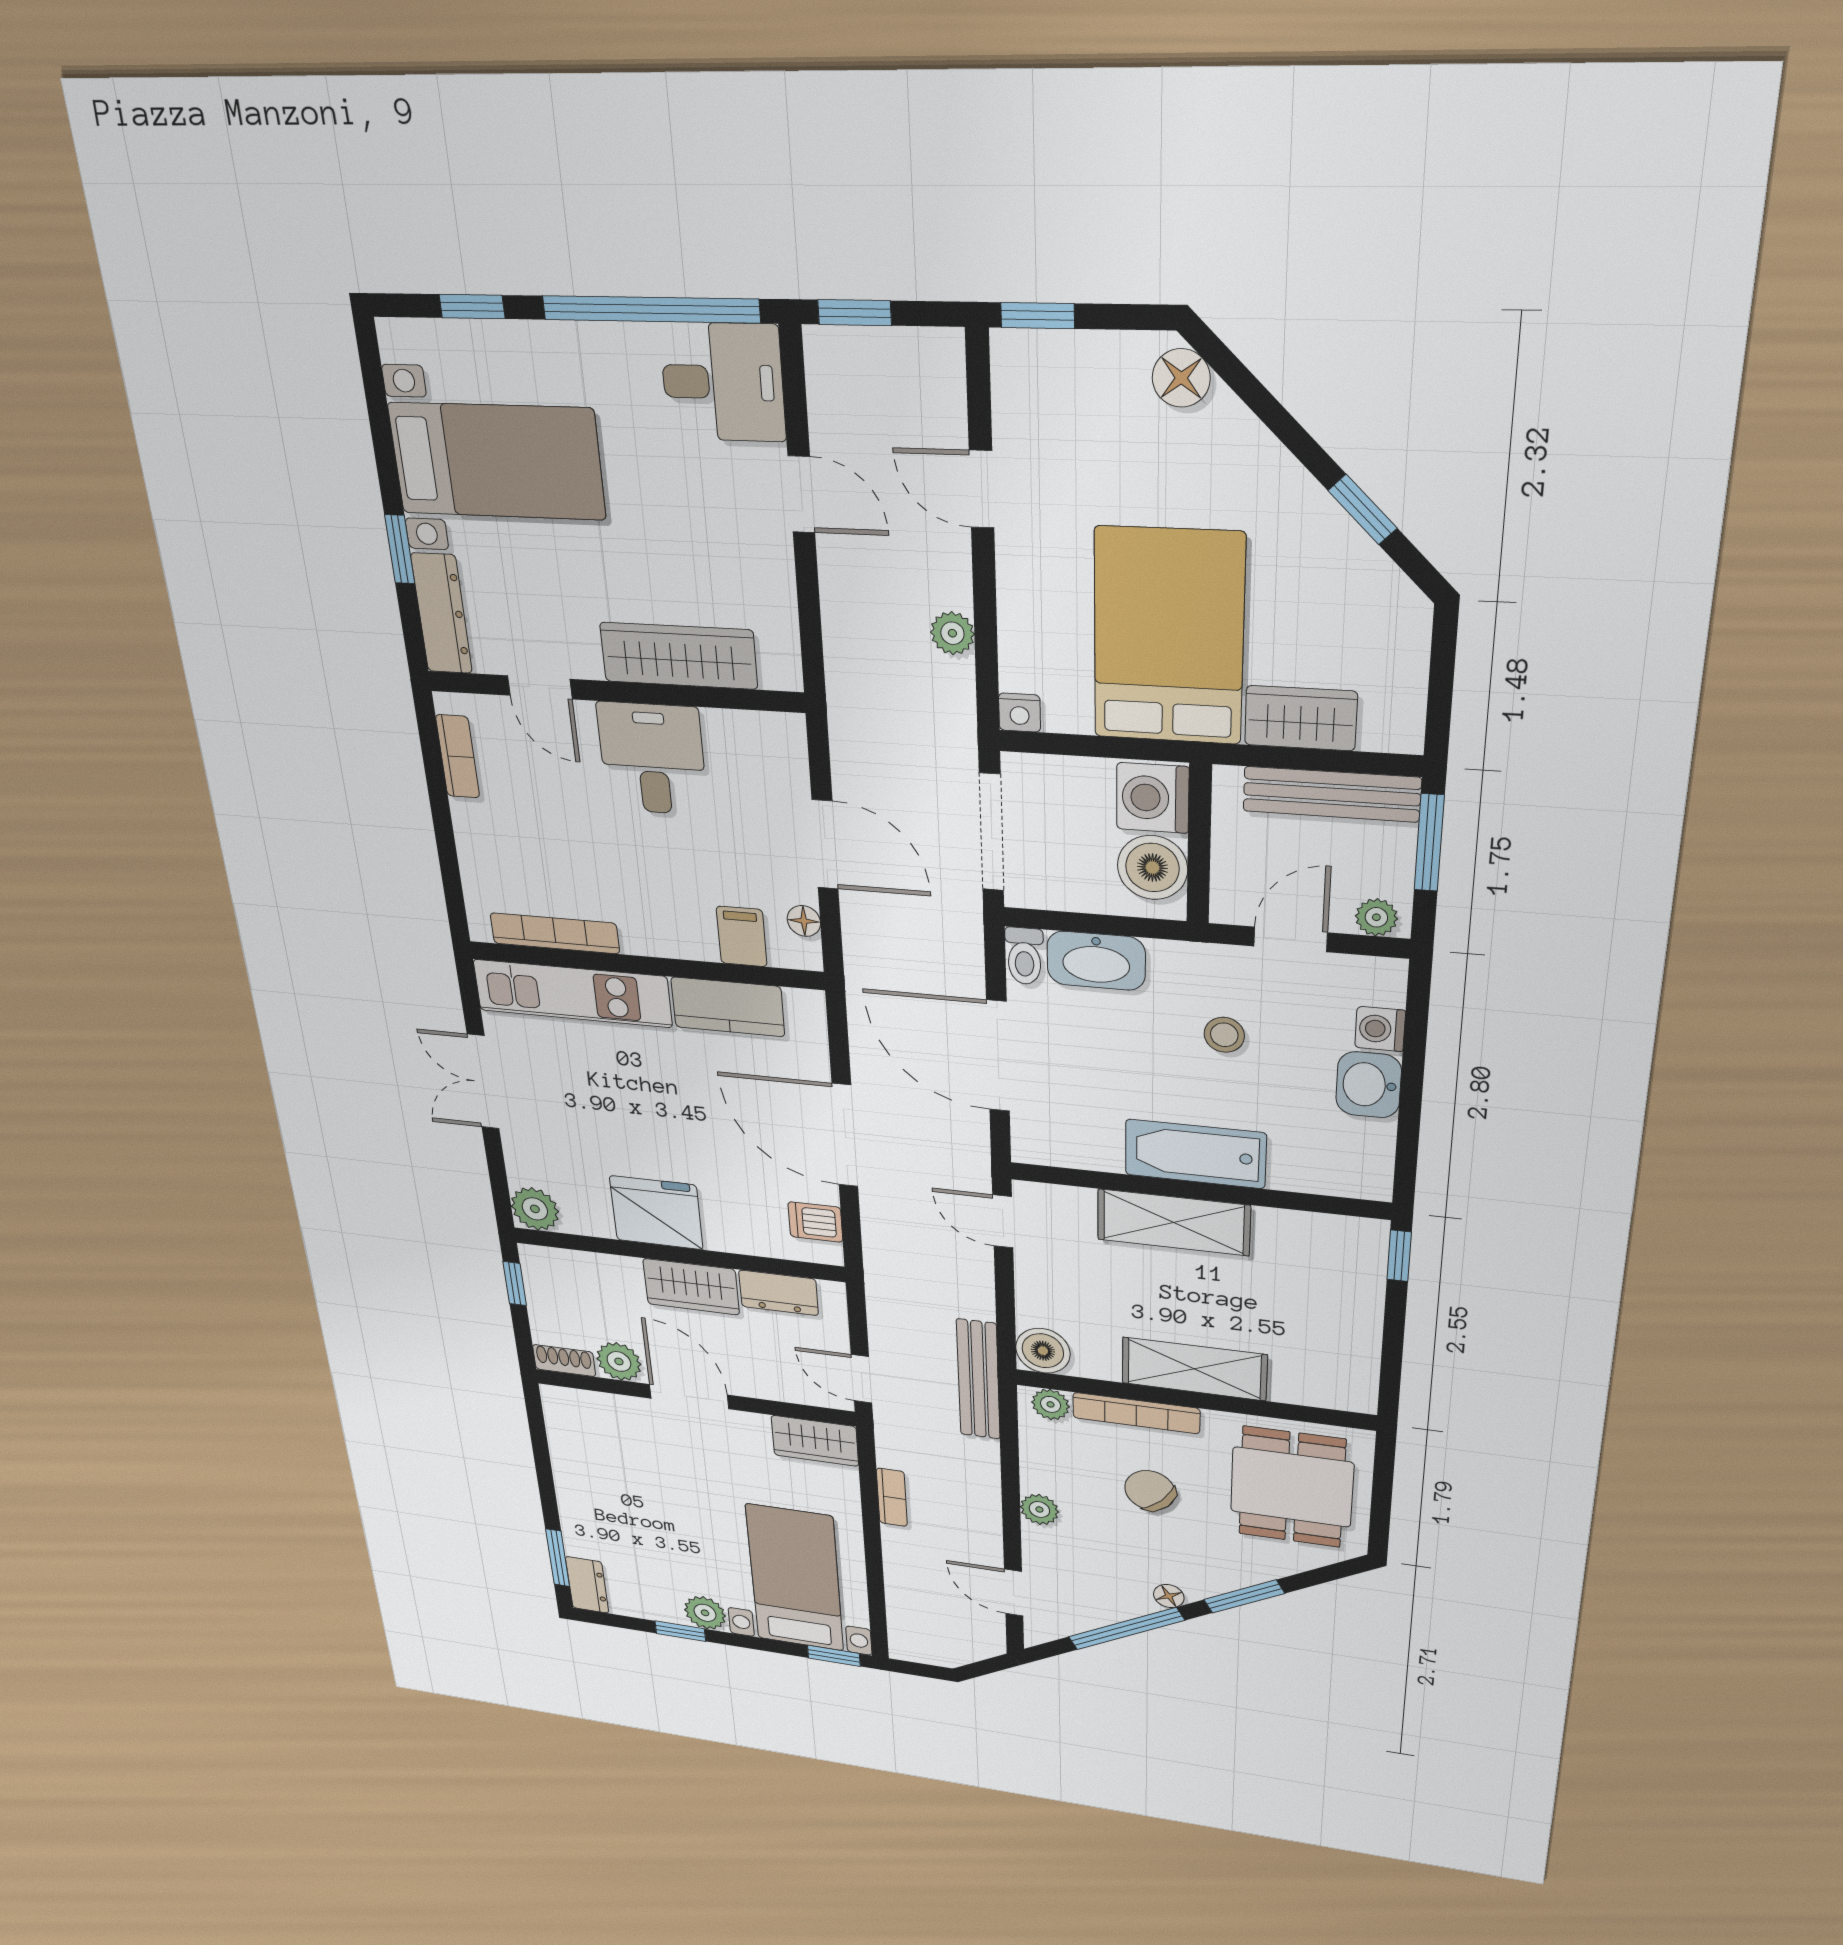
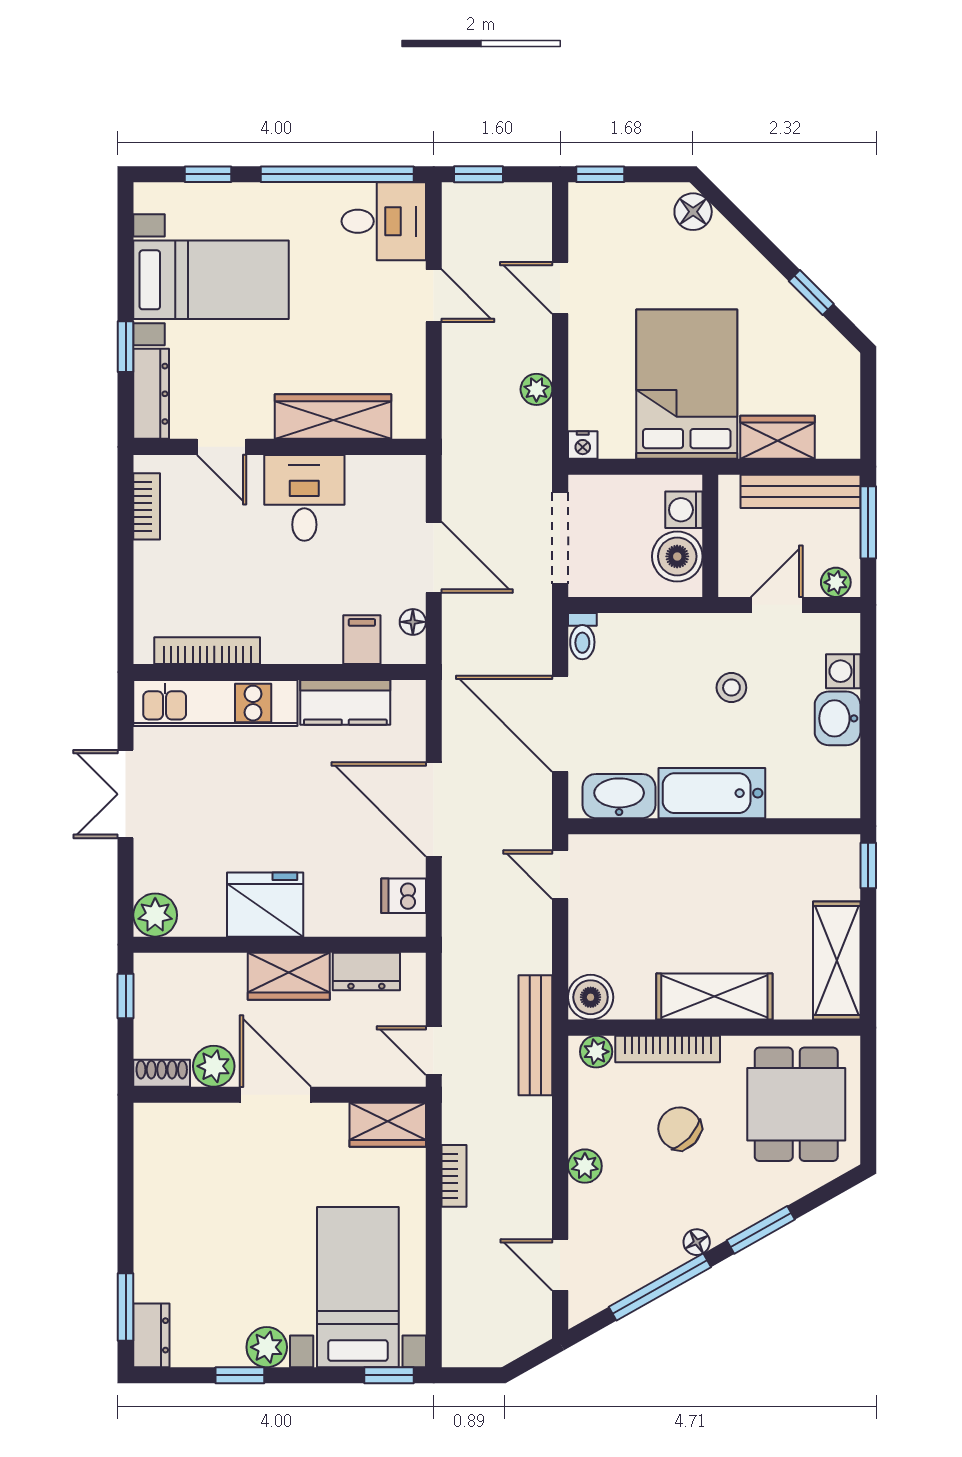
washing machine: (1153, 798) -> (684, 510), width x0.73, depth x0.73
washbasin: (1096, 961) -> (619, 796), moved, turned 180
shelving: (1173, 1222) -> (837, 961), moved, turned 90

